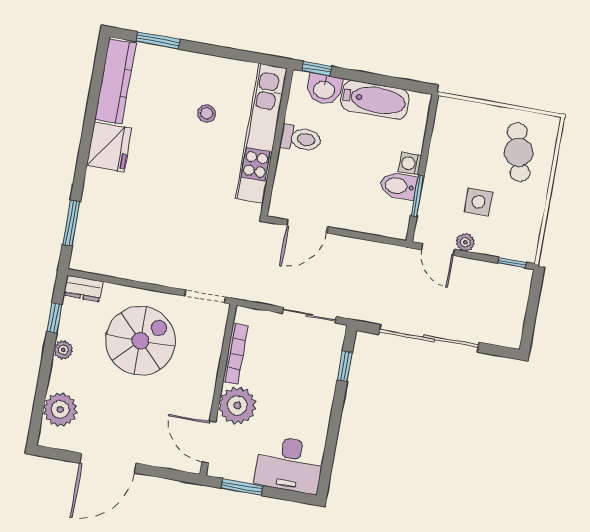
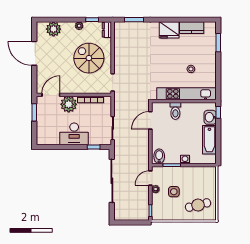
kitchen counter: (115, 81) -> (192, 28), width x0.67
toilet: (301, 139) -> (175, 111), moved
bidet: (399, 186) -> (159, 156), moved
door: (307, 226) -> (150, 120), hinge flipped
spiral stairs: (140, 341) -> (89, 58), turned 180
desk: (289, 464) -> (74, 134), moved, turned -90

